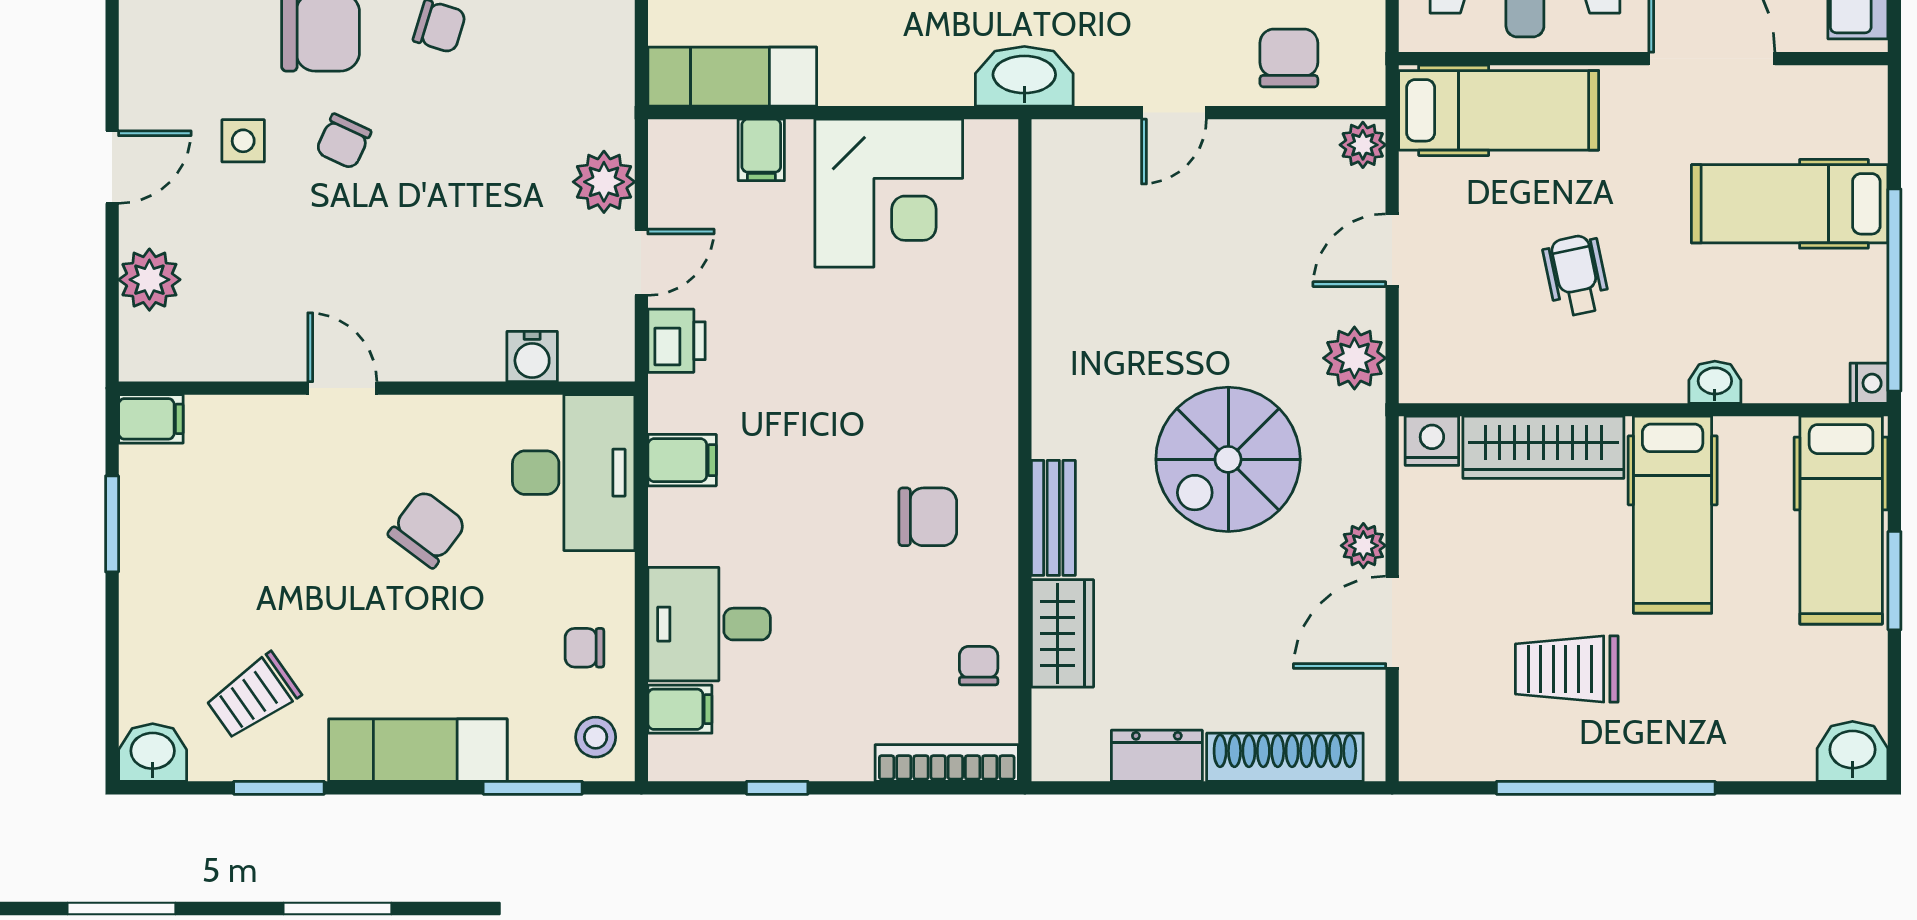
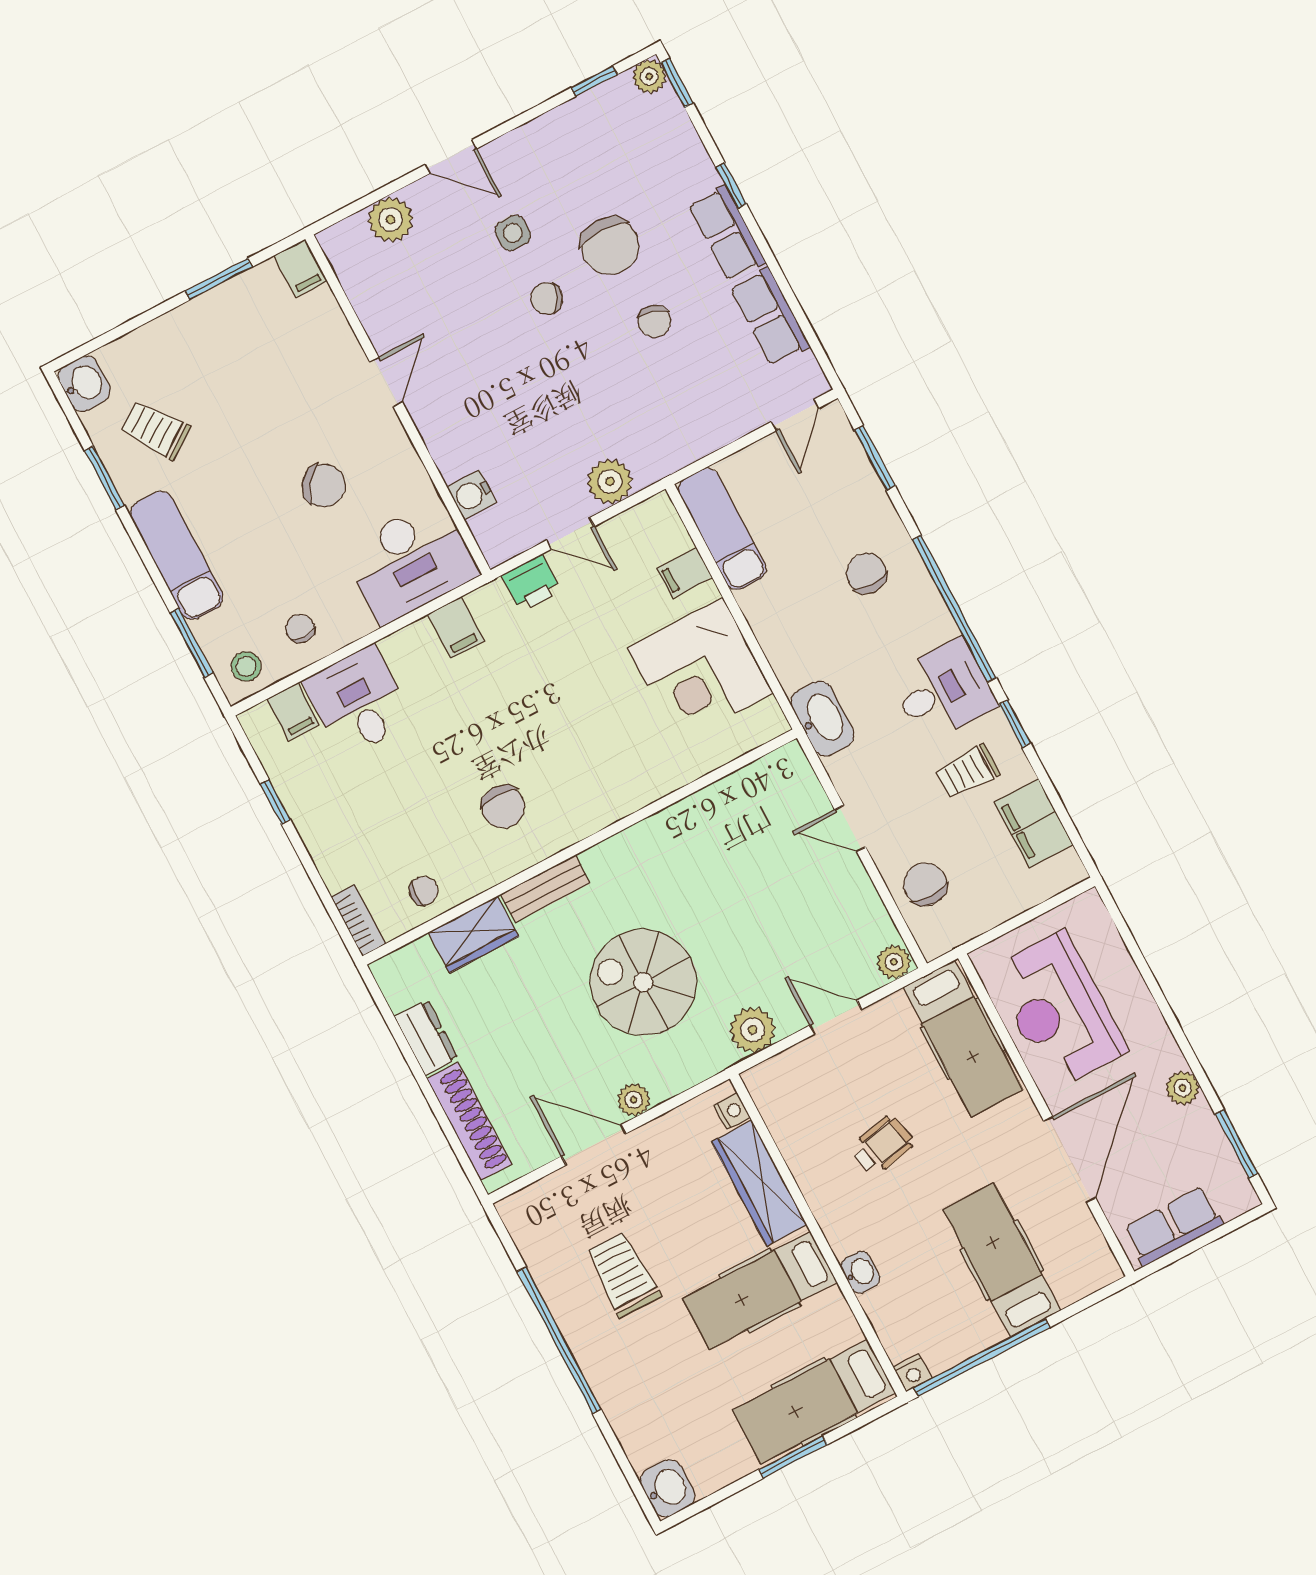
chair: (1289, 58) -> (925, 884), turned -90
nightstand: (1432, 441) -> (732, 1111), width x0.72, depth x0.74
bookcase: (947, 763) -> (358, 920), width x0.64

